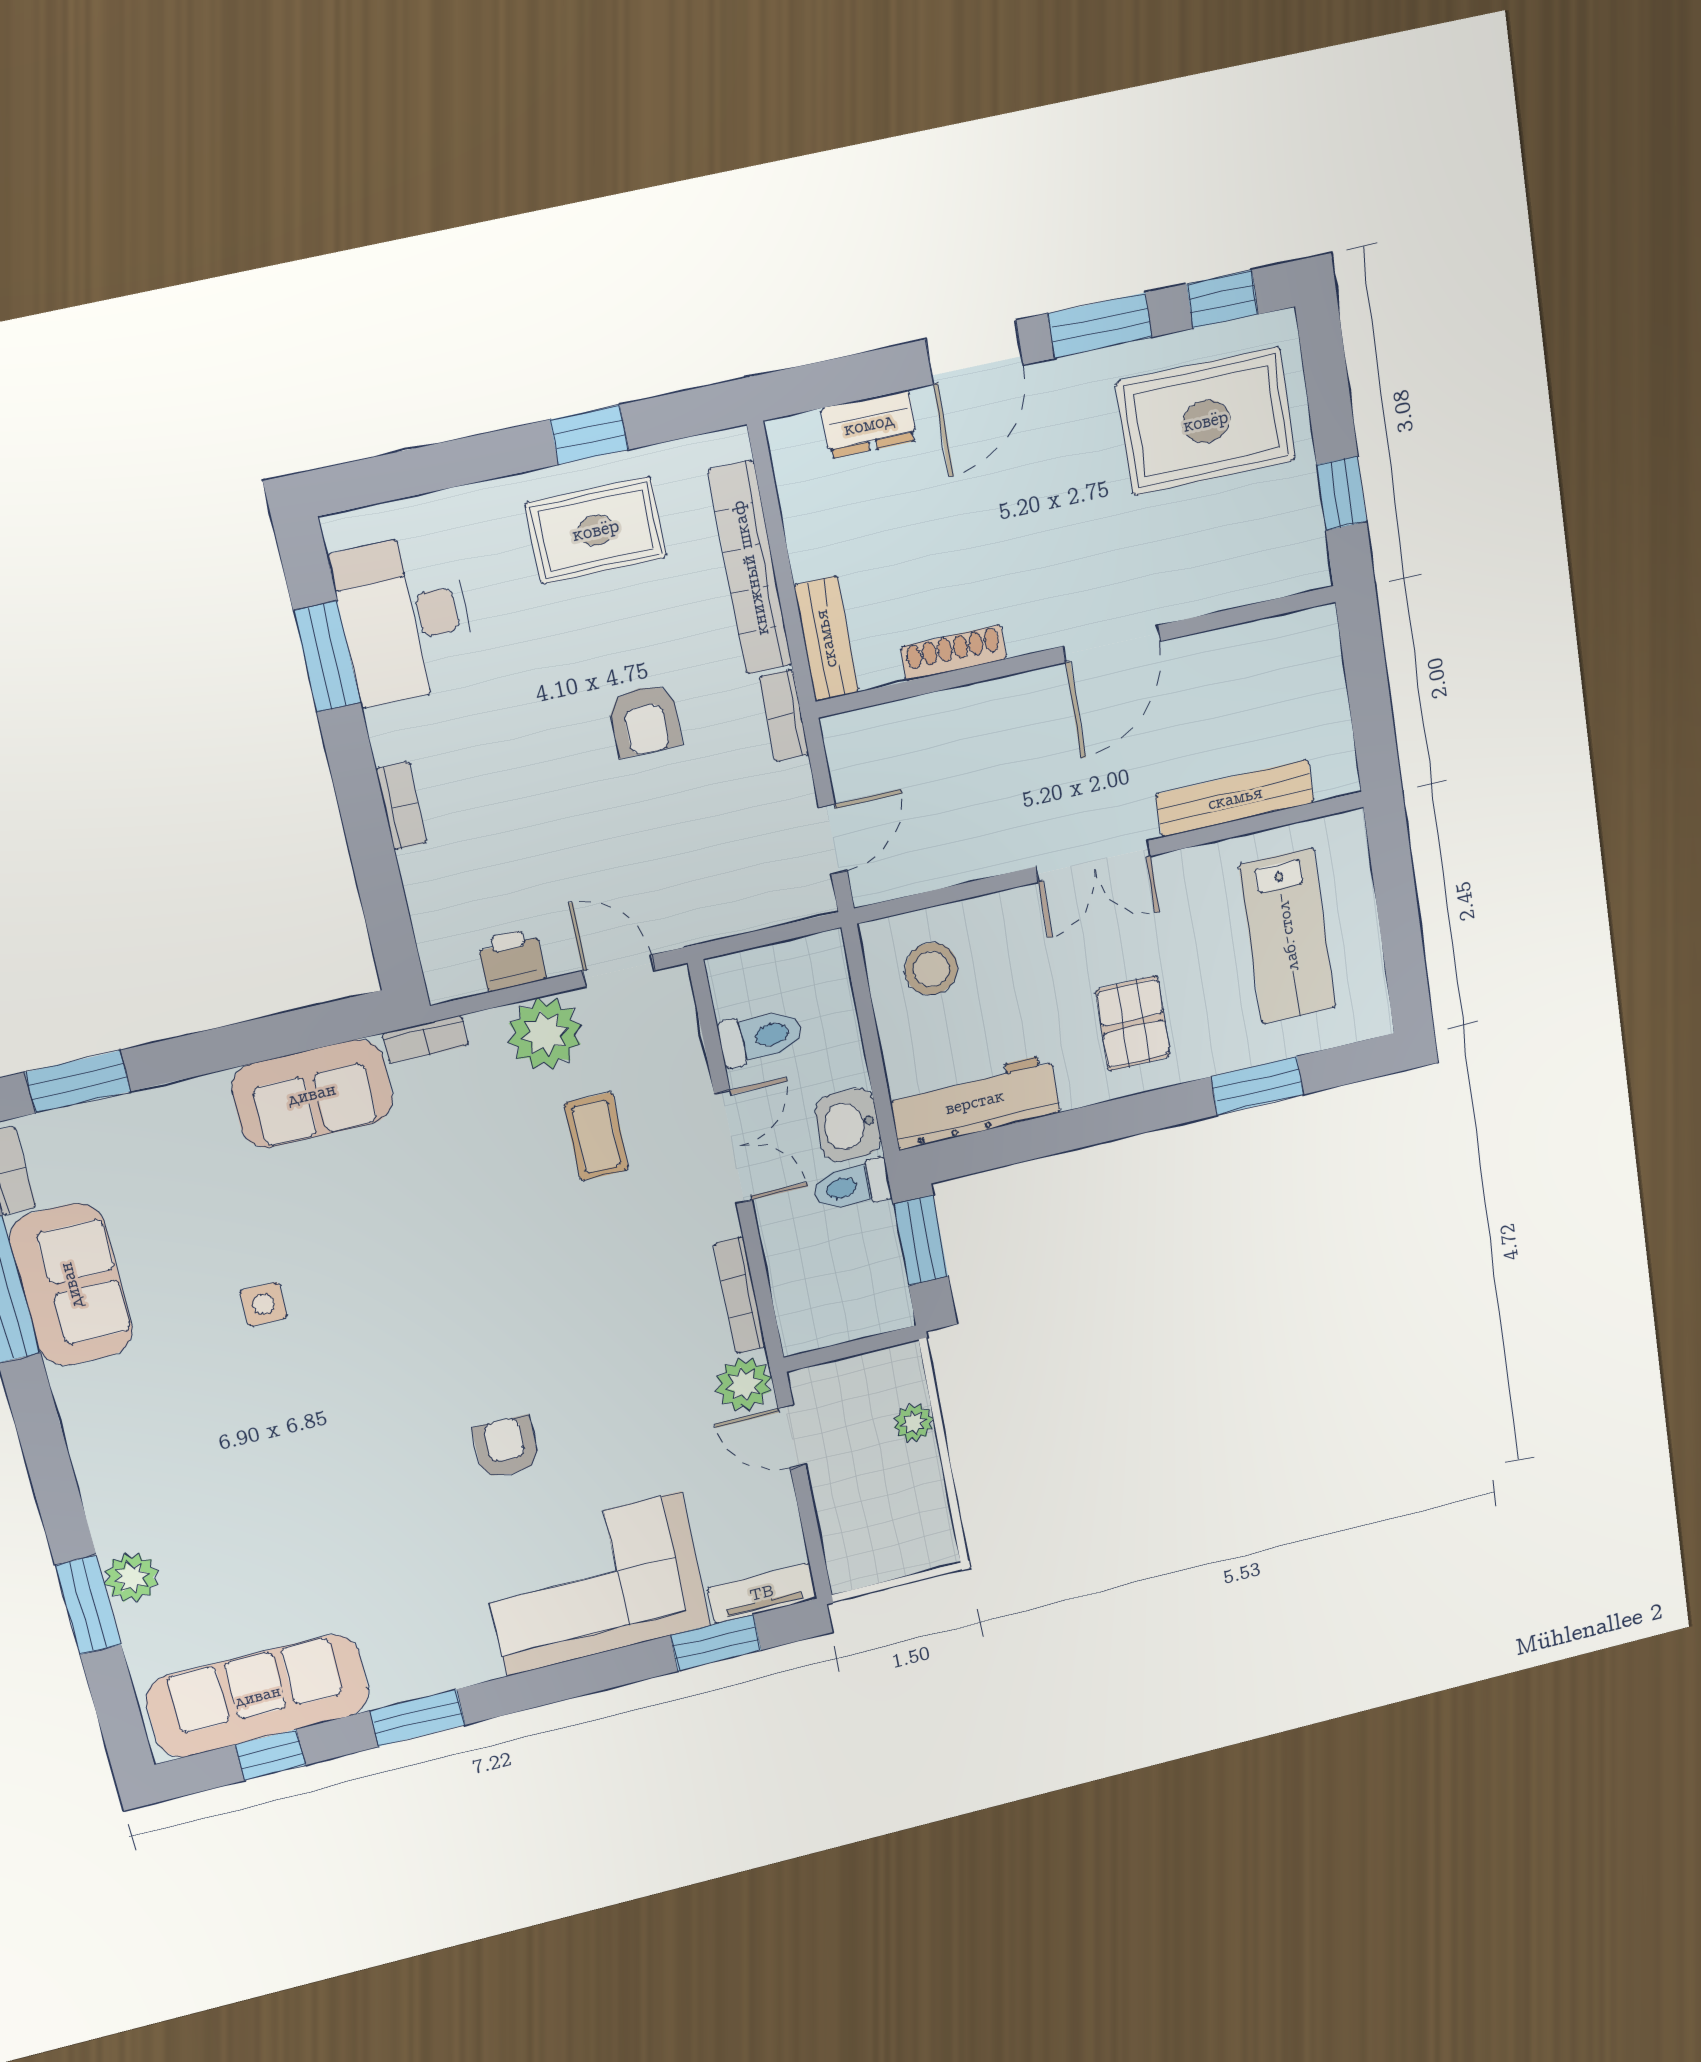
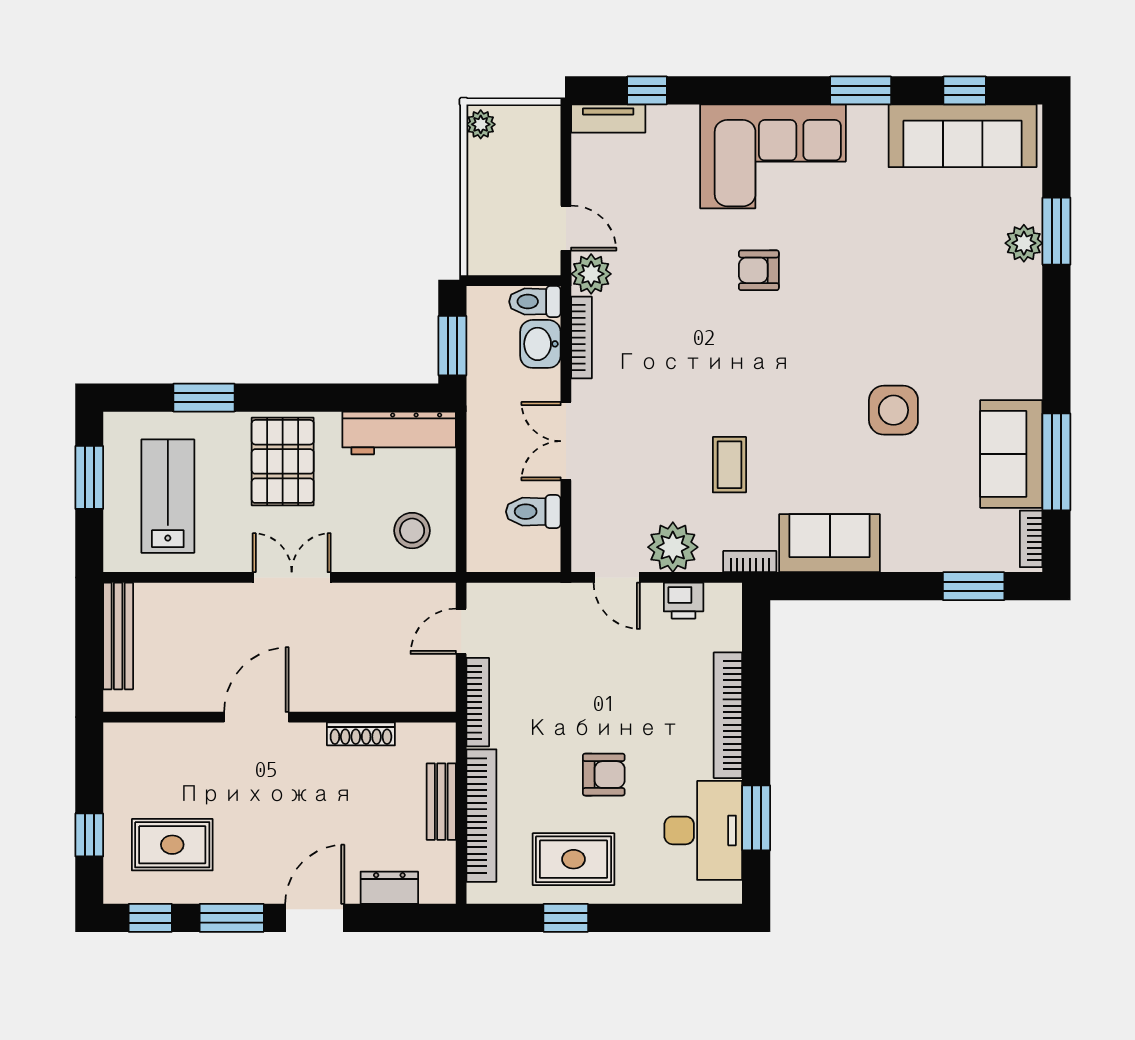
rug: (1206, 421) -> (172, 845), width x0.73, depth x0.70
window: (1342, 493) -> (89, 835), moved
bench: (826, 639) -> (441, 802), moved
bookcase: (784, 716) -> (478, 702), width x1.56
armchair: (645, 720) -> (604, 775), moved, turned 90
bench: (1235, 798) -> (118, 636), moved, turned 90
bookcase: (401, 806) -> (728, 715), width x2.31, depth x1.31
window: (1401, 937) -> (89, 477), added
pallet: (1133, 1023) -> (283, 461), width x1.50, depth x1.42
washbasin: (848, 1125) -> (540, 344), moved, turned 180
coffee table: (596, 1136) -> (729, 465), moved
toilet: (852, 1186) -> (535, 302), moved, turned 180
side table: (264, 1304) -> (893, 410), width x1.87, depth x1.87
plant: (914, 1423) -> (481, 124), moved
armchair: (506, 1447) -> (759, 270), turned 90
corner sofa: (594, 1584) -> (773, 156), moved
window: (716, 1643) -> (647, 90), width x0.67

